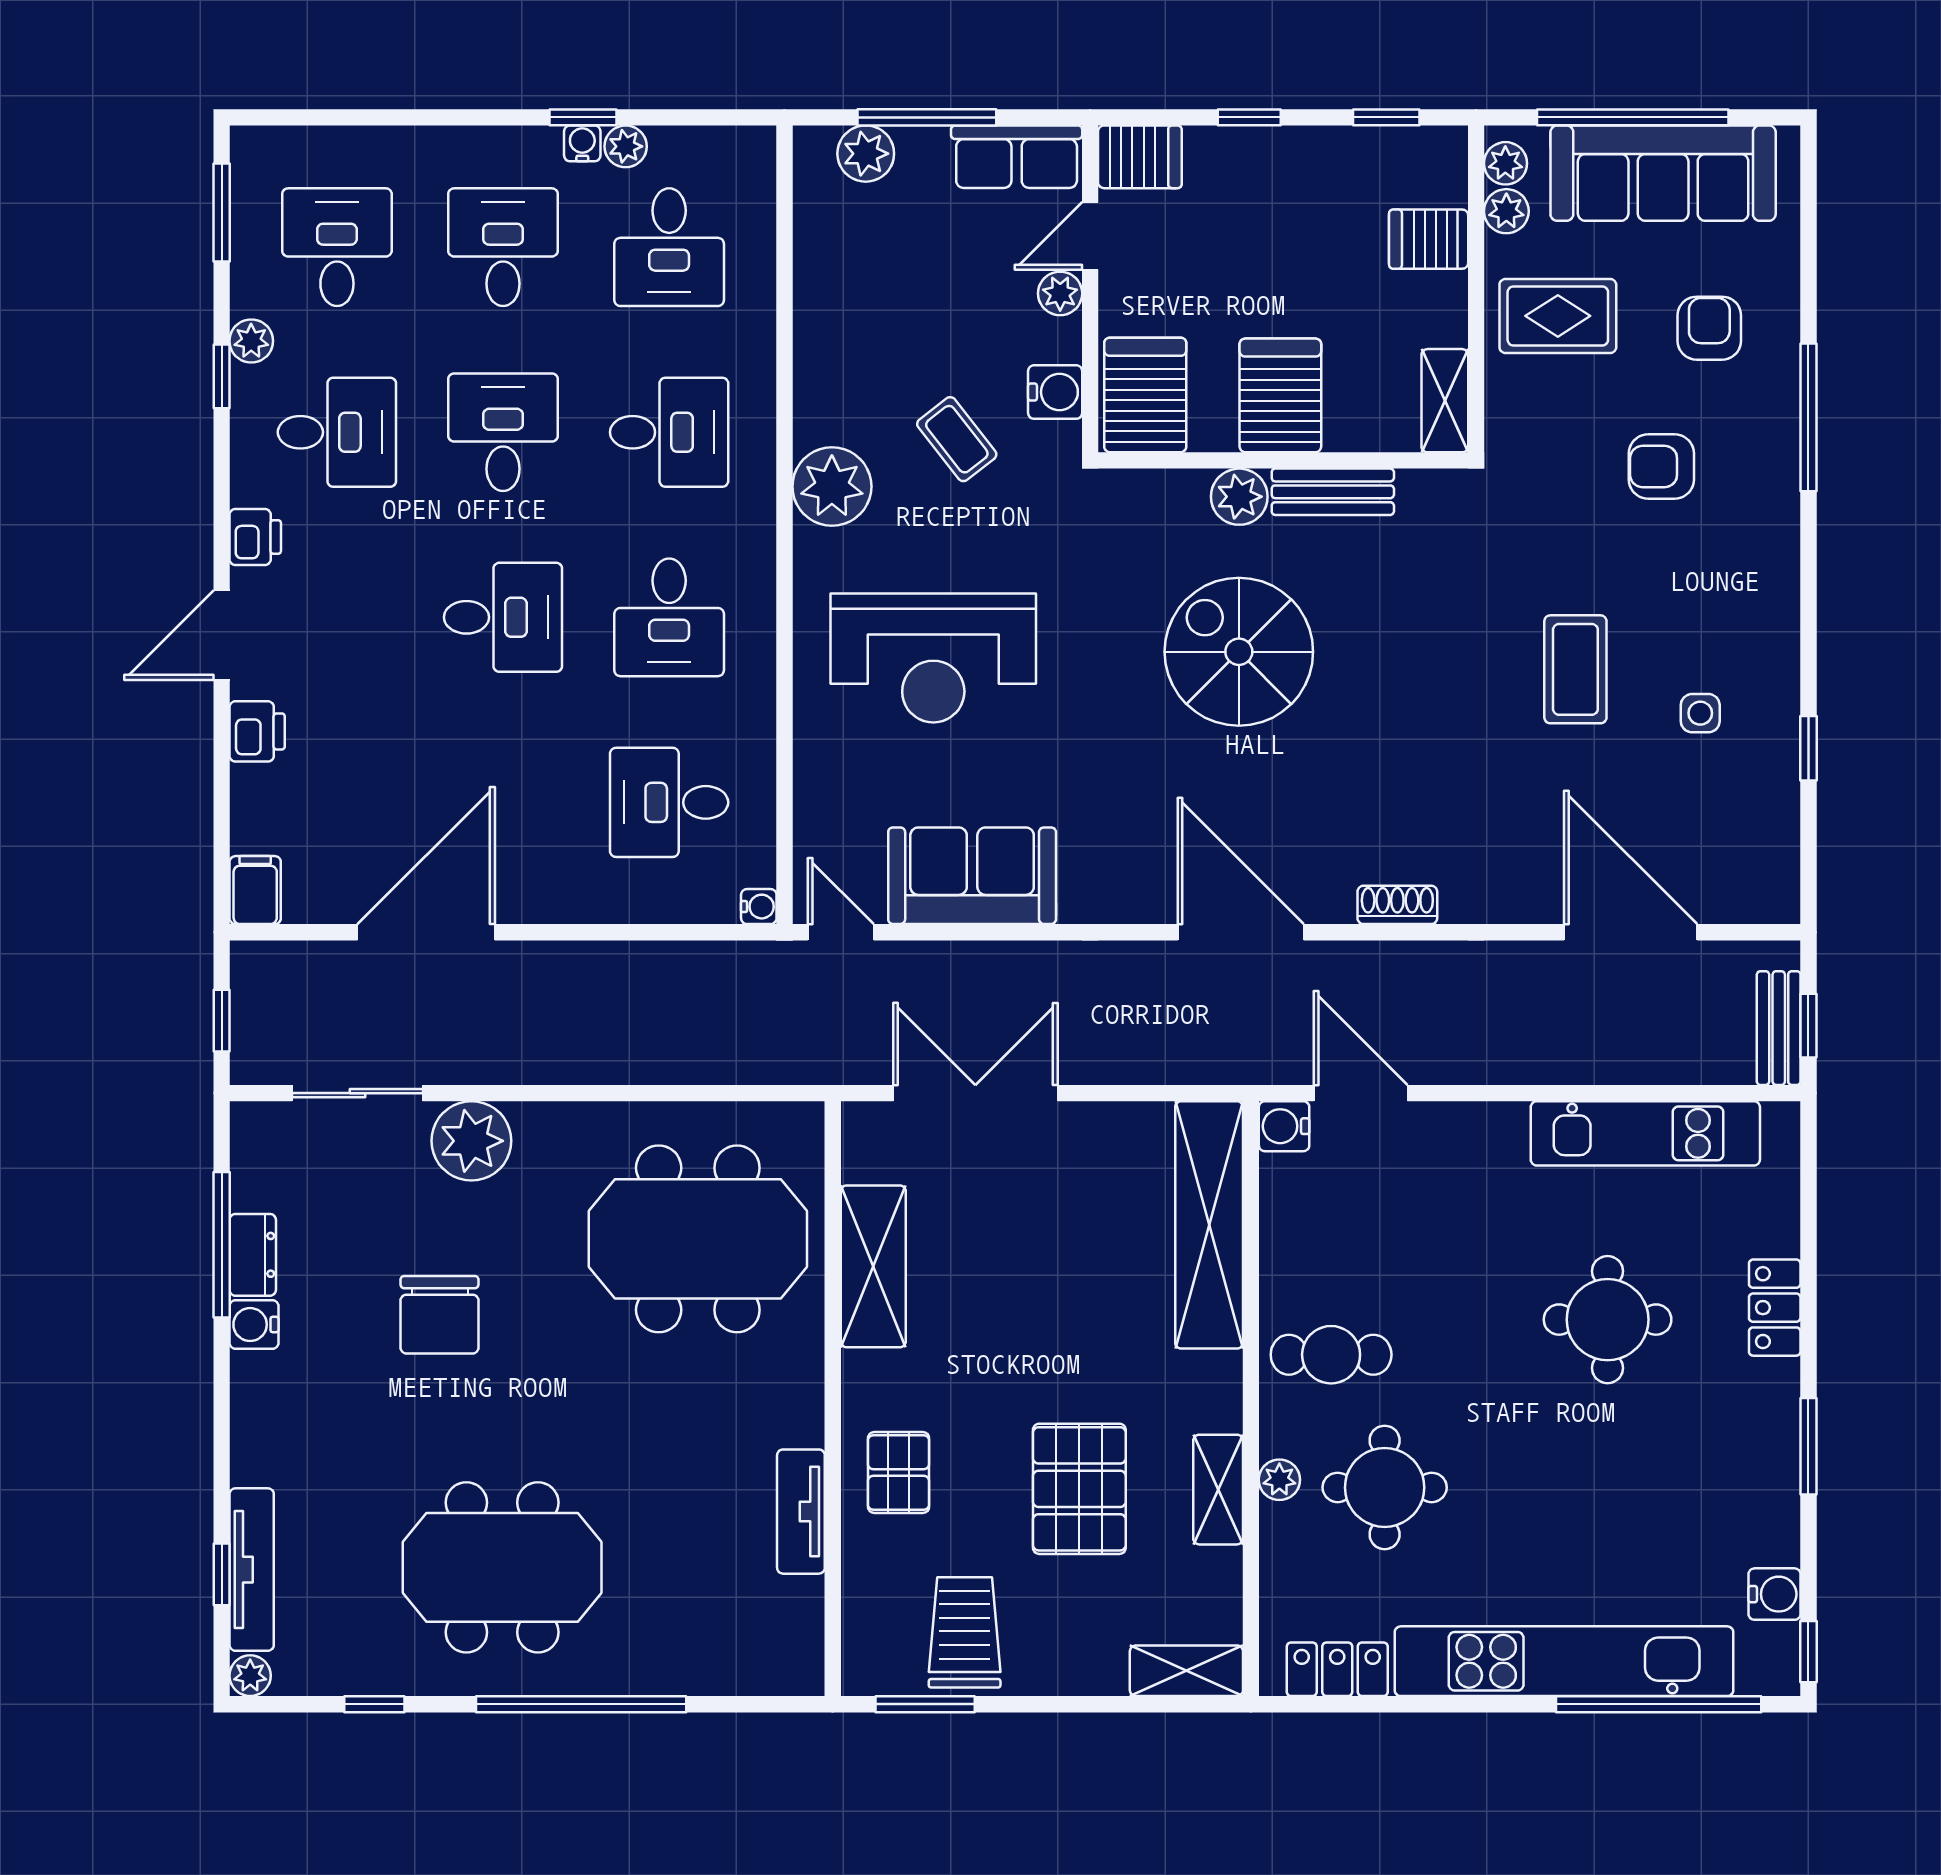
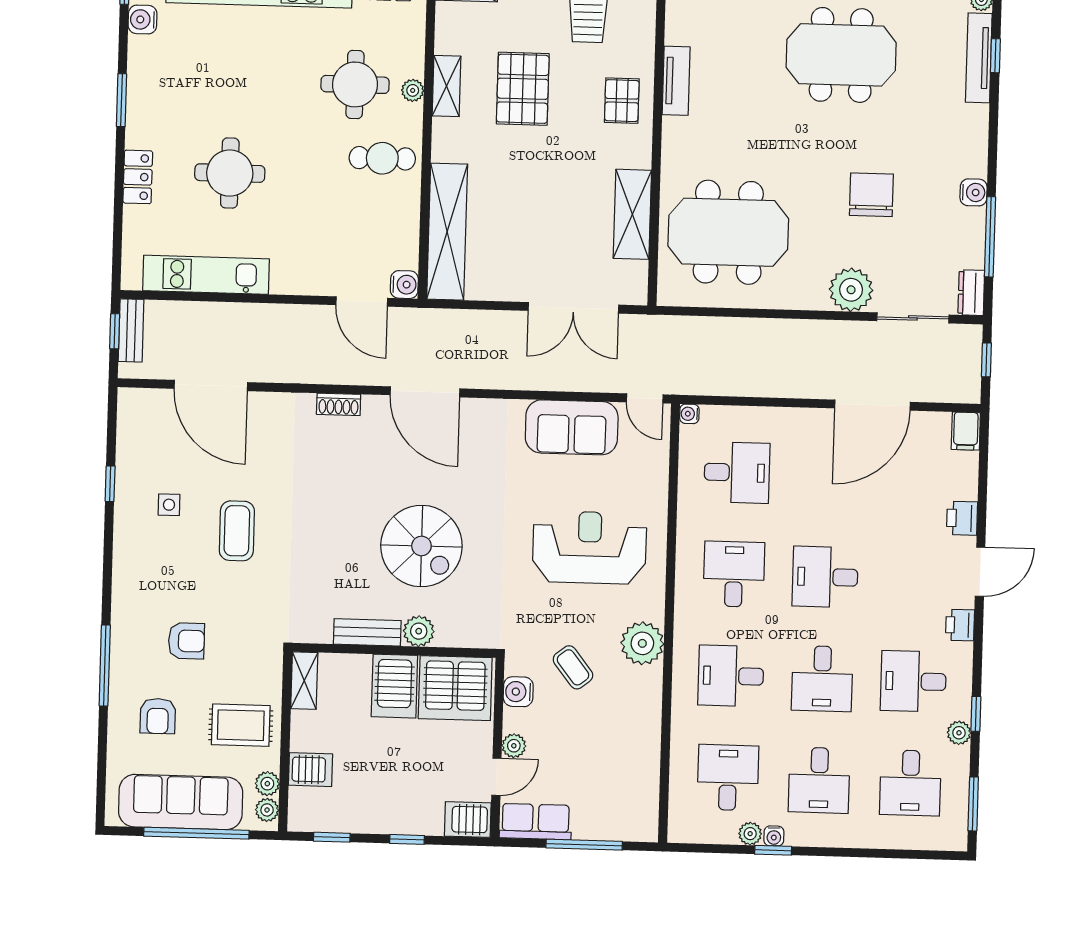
plant: (866, 154) -> (618, 826), removed
server rack: (1145, 395) -> (455, 688), width x1.60
dresser: (253, 1255) -> (971, 293), moved

